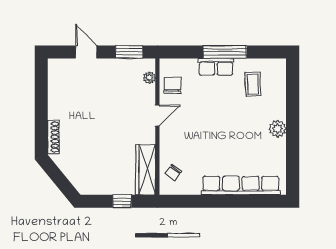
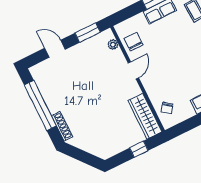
window: (41, 104) -> (40, 105), added

